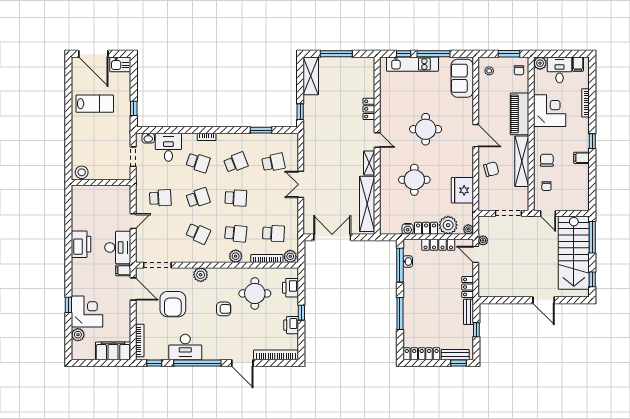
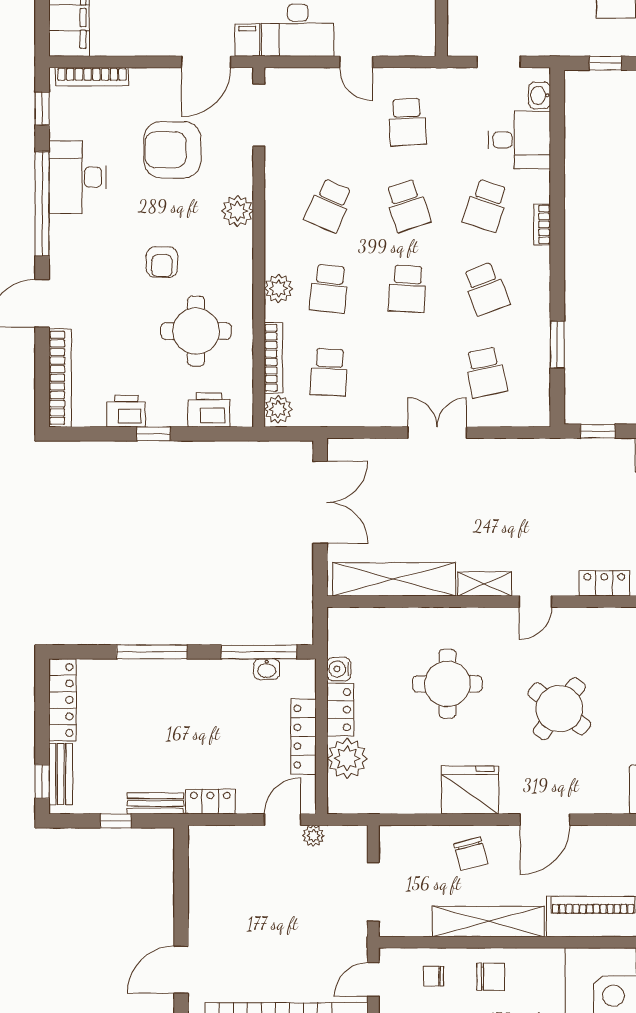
round table: (426, 129) -> (559, 709), turned 37
fridge: (462, 190) -> (470, 790), moved
plant: (468, 229) -> (338, 803), removed

